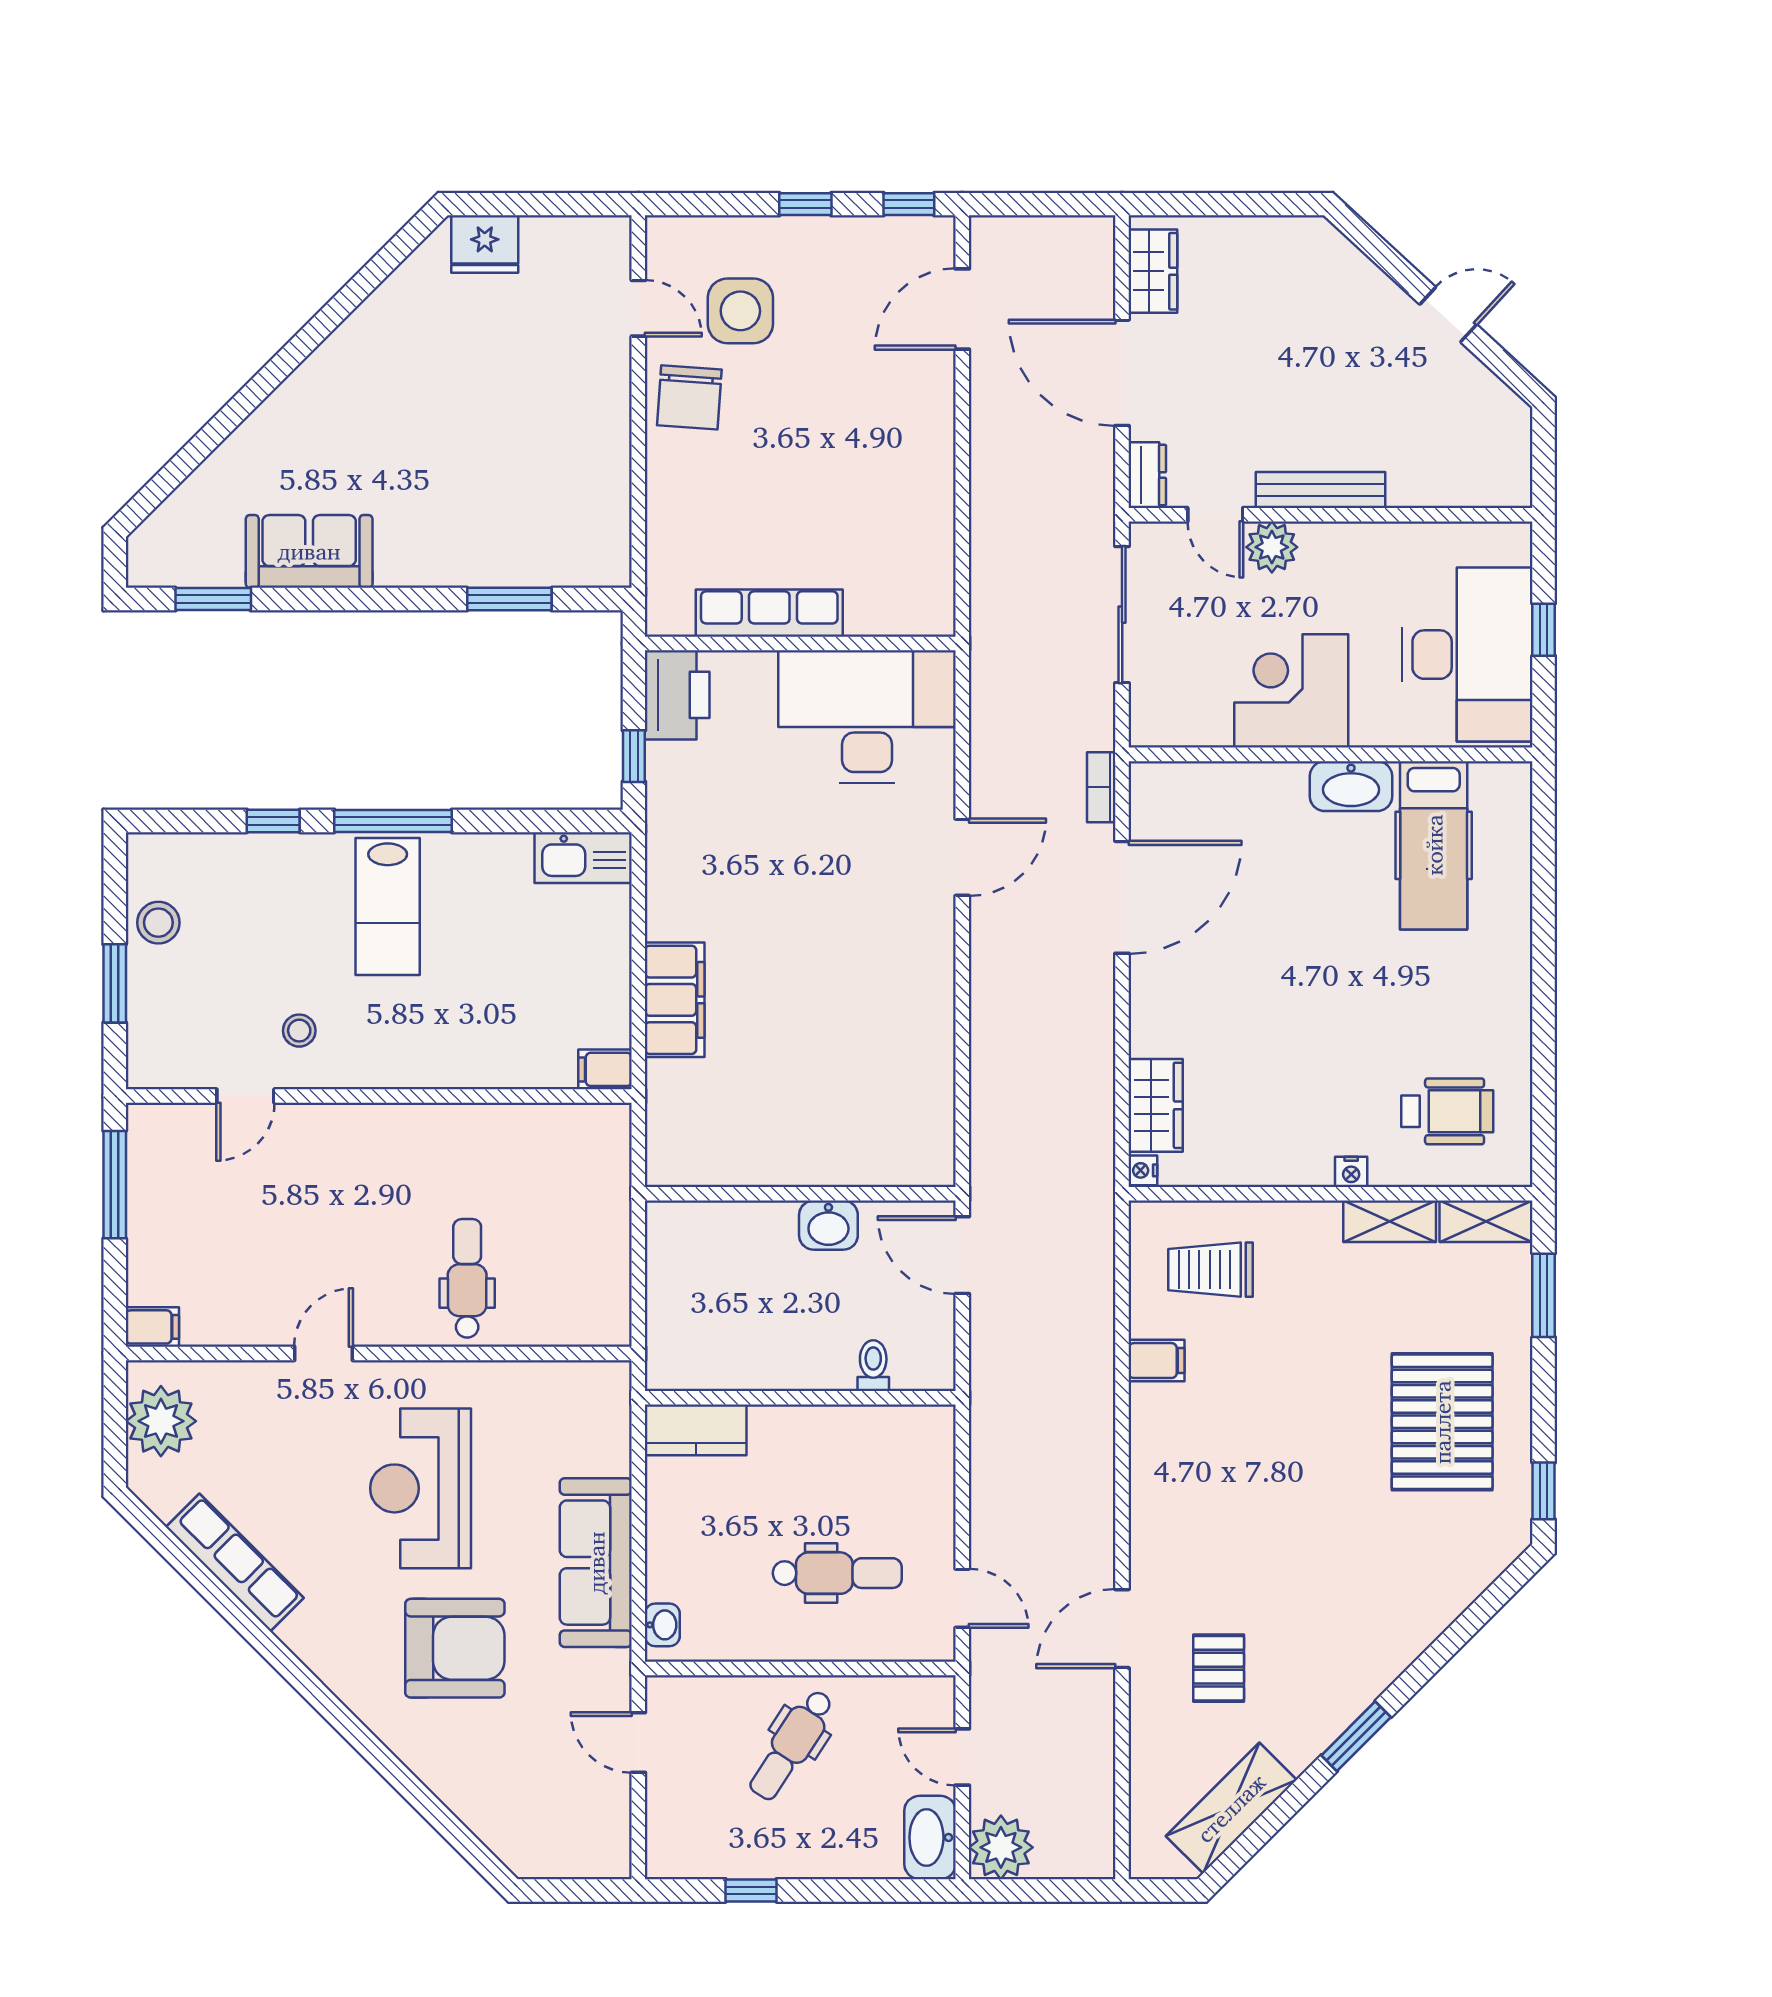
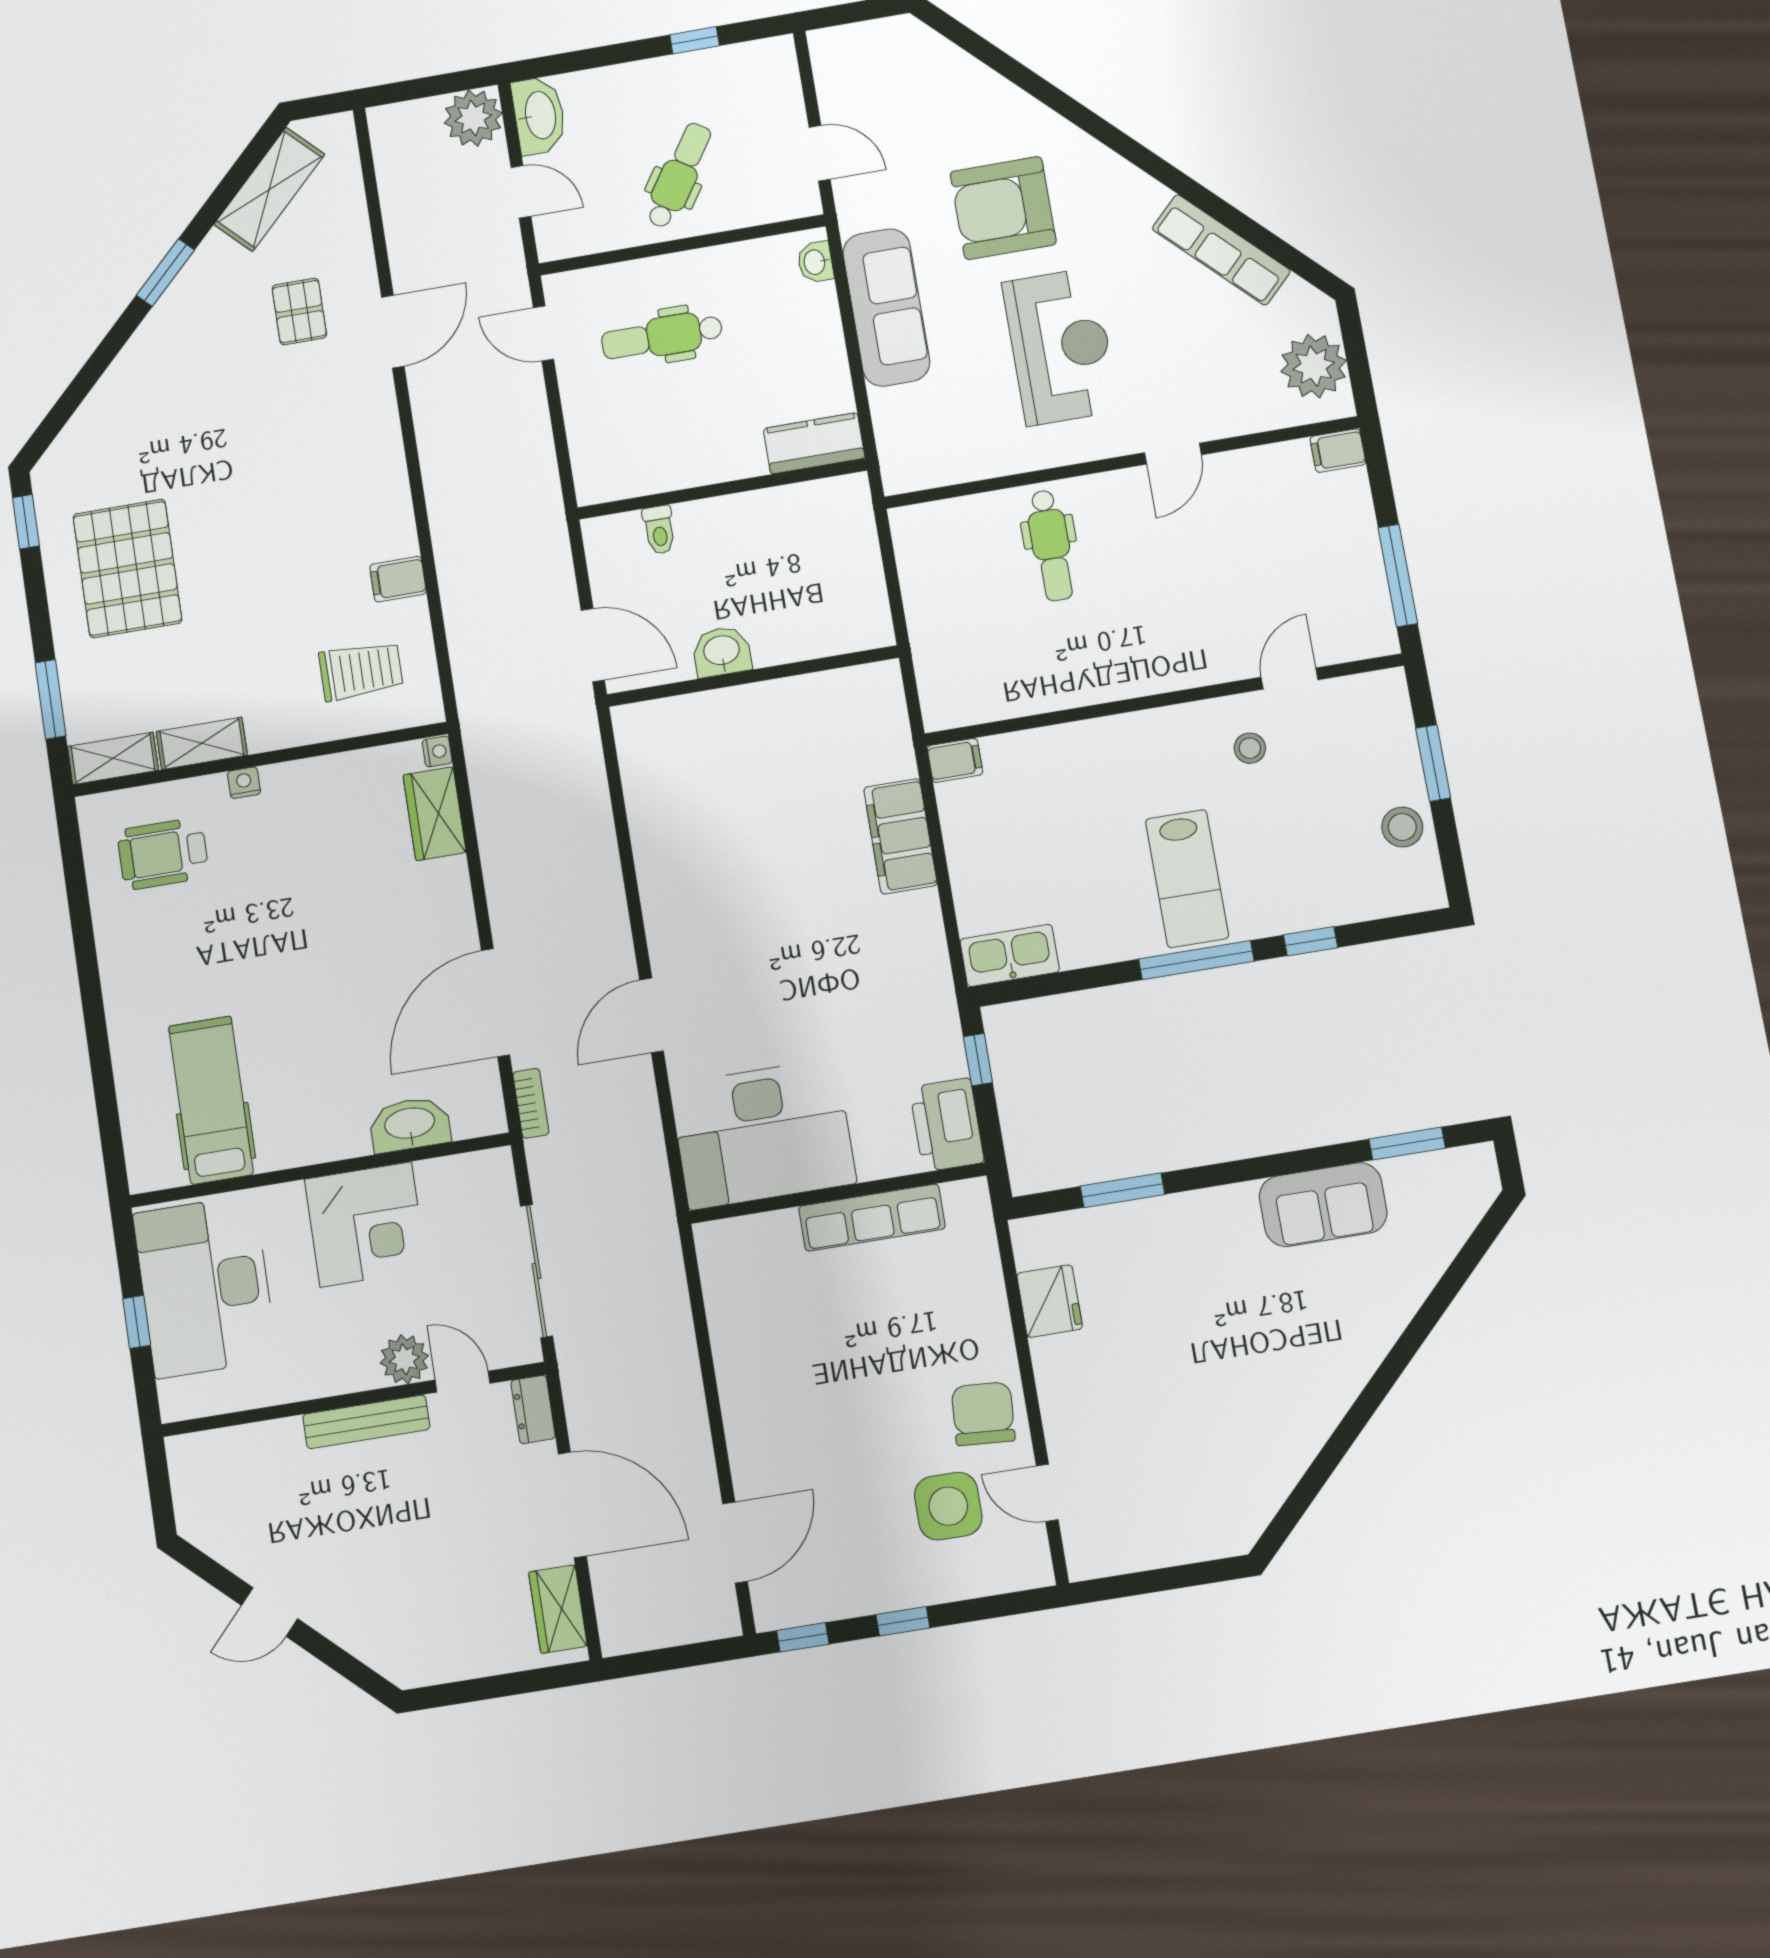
fridge: (485, 244) -> (1050, 1301), moved, turned 90
washbasin: (1351, 786) -> (410, 1124), moved
lab bench: (388, 906) -> (1187, 879), turned 180

